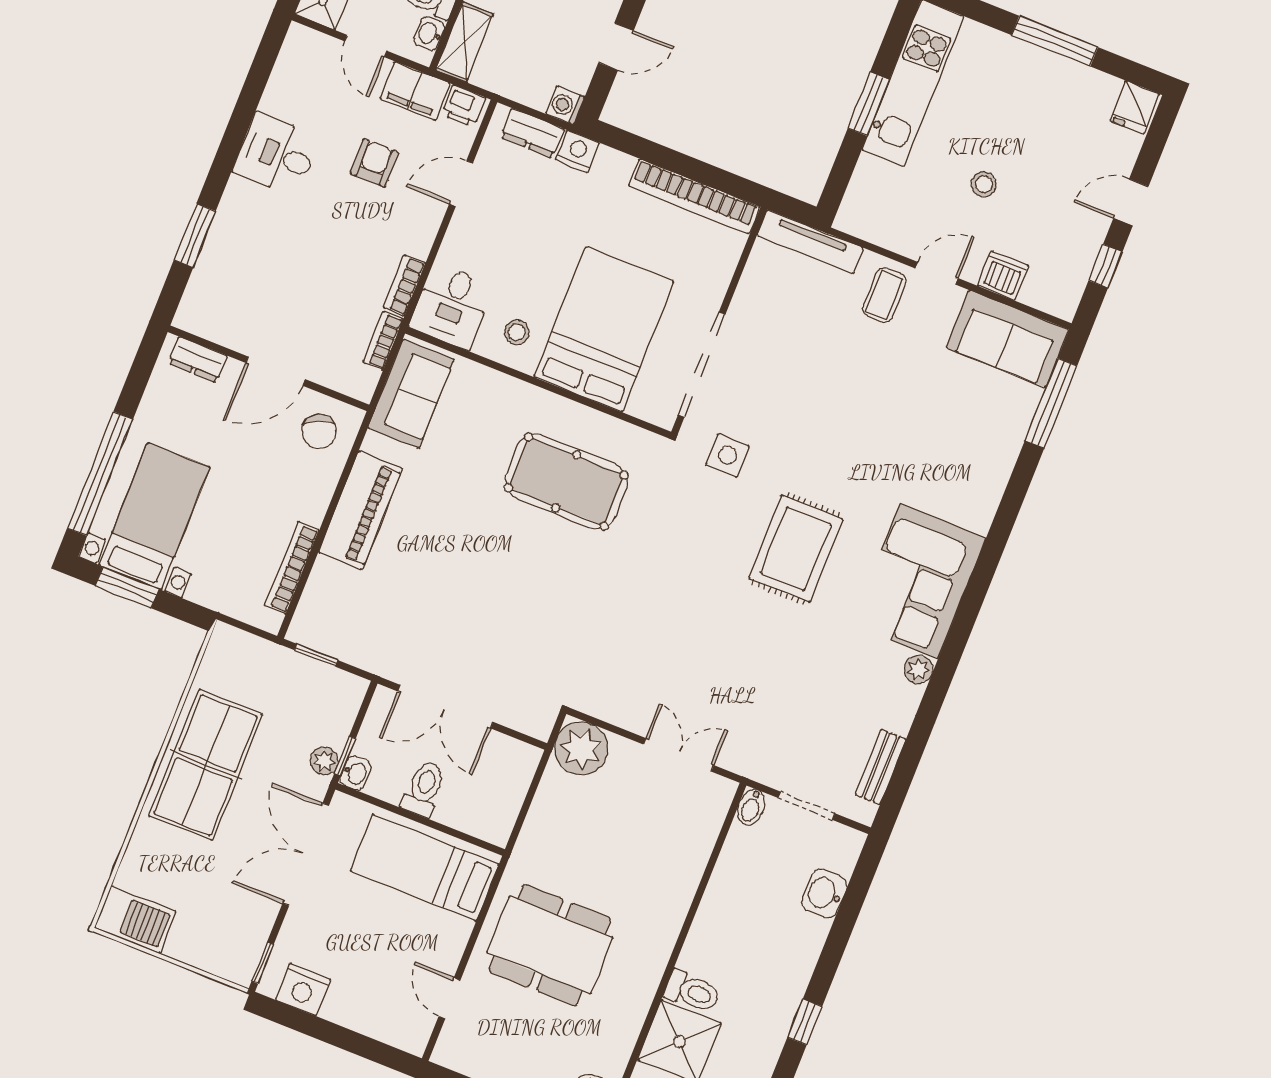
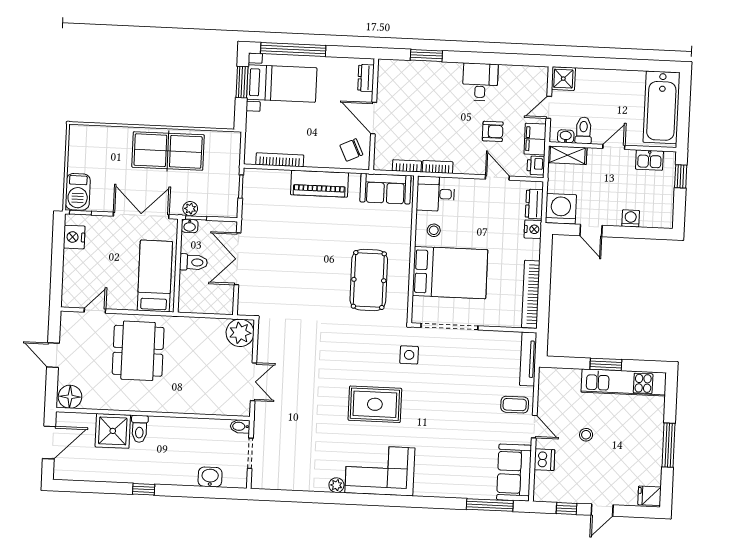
washing machine: (565, 105) -> (561, 209), width x1.89, depth x1.89
door: (1131, 202) -> (602, 510), swing flipped
bench: (881, 767) -> (282, 483), removed
barbecue: (135, 920) -> (78, 192), moved

